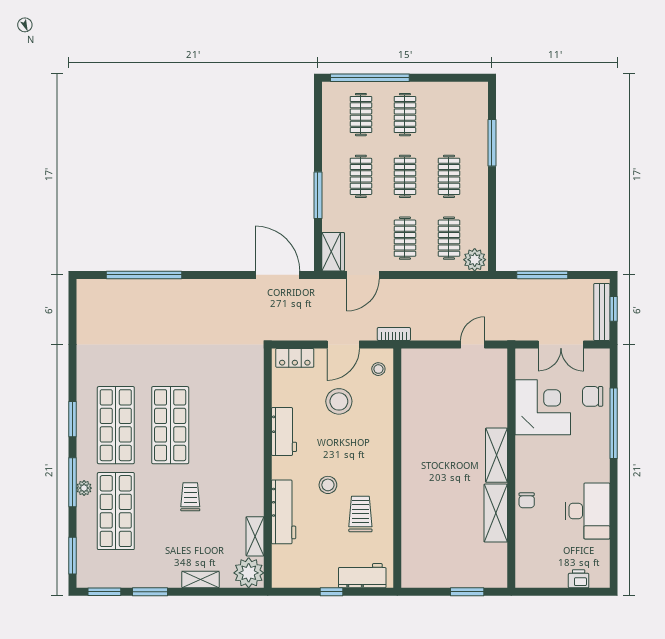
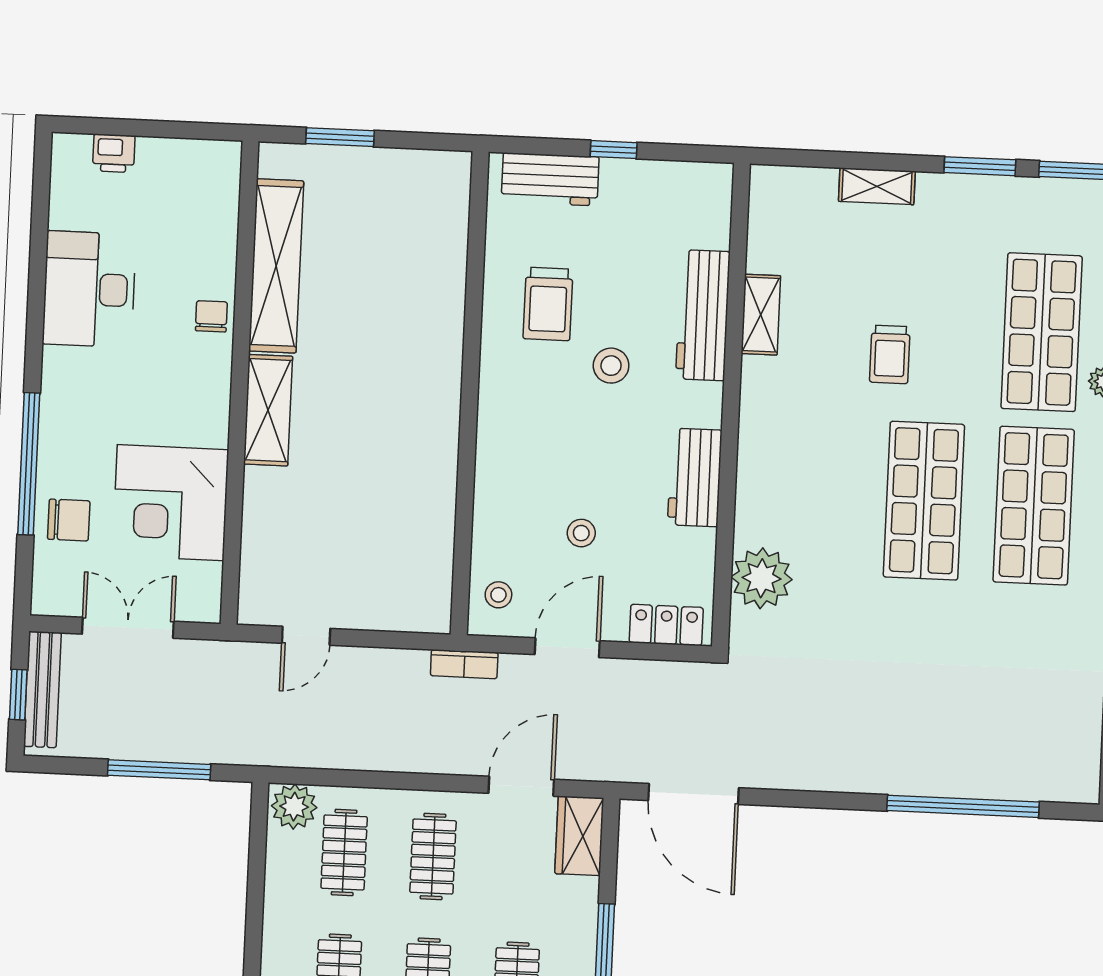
stool: (339, 401) -> (581, 533), width x0.53, depth x0.53
shelving: (496, 513) -> (276, 266), width x1.47
shelving: (255, 536) -> (761, 315), moved
plant: (249, 573) -> (762, 578), moved

